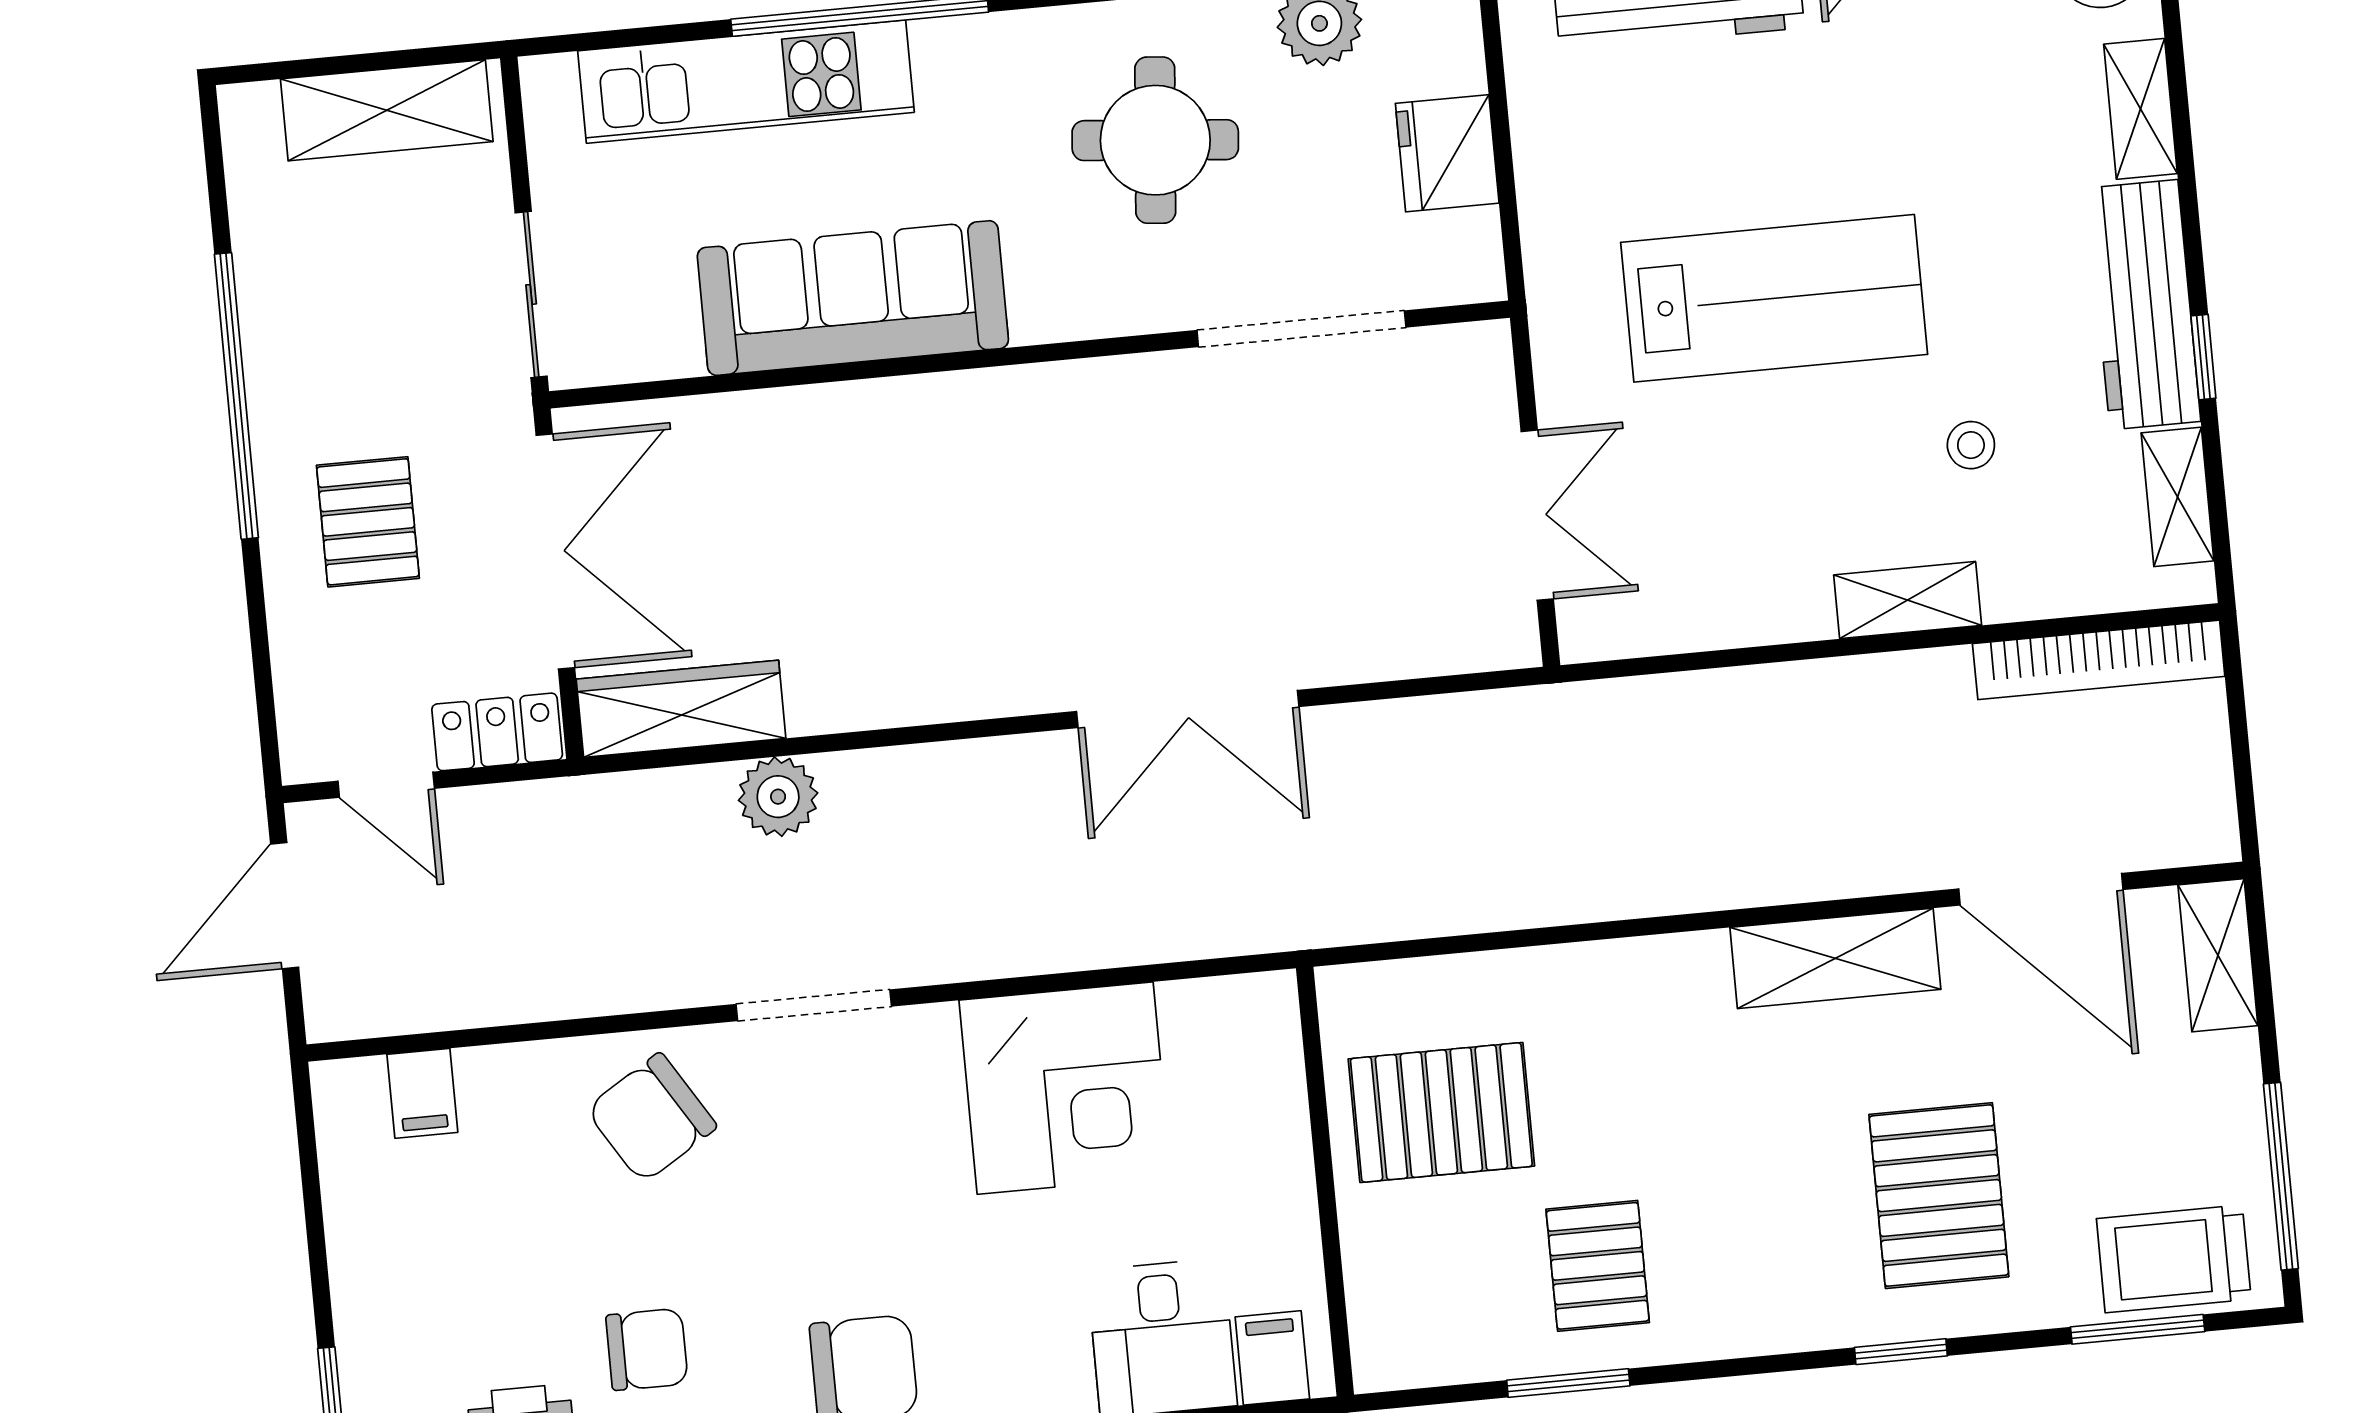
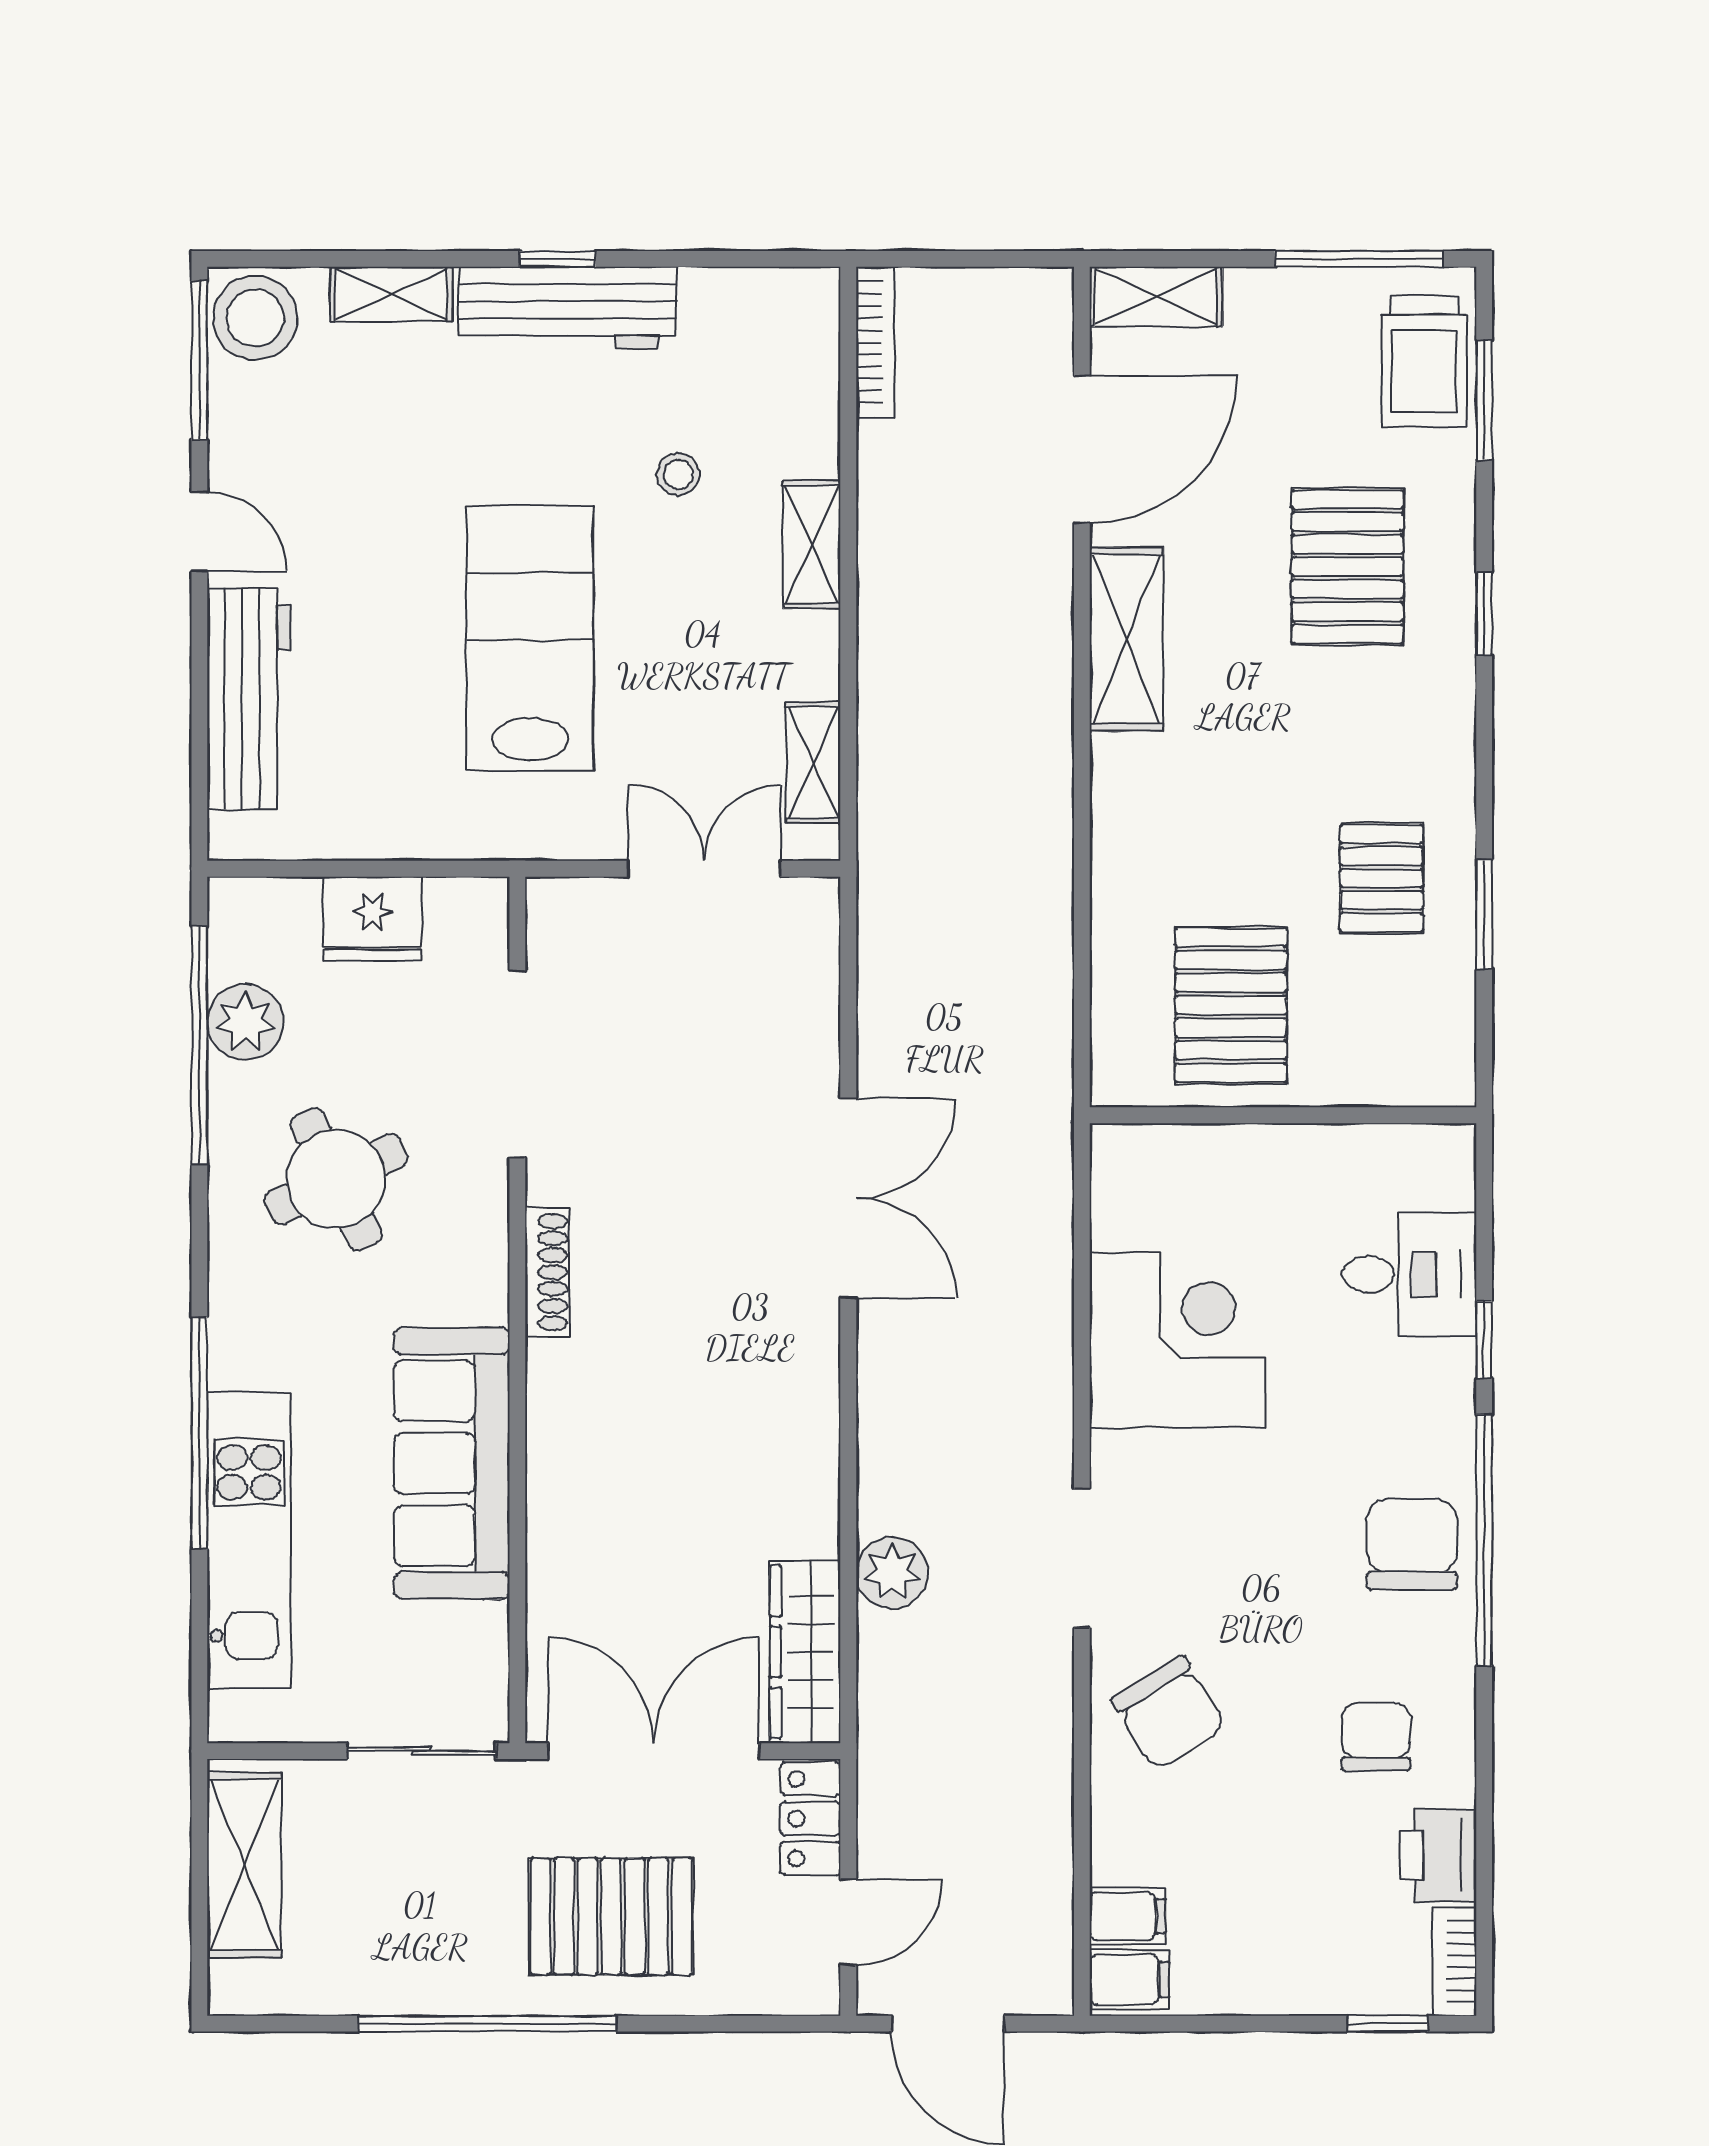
round table: (1155, 140) -> (336, 1179), turned -31
window: (2203, 357) -> (557, 259), moved
shoe rack: (1074, 383) -> (547, 1272), added
shelving: (2178, 497) -> (813, 763), moved, turned 90
pallet: (368, 522) -> (611, 1916), width x1.50, depth x1.42
bookcase: (2099, 660) -> (875, 342), width x0.68, depth x0.76
pallet: (1939, 1196) -> (1347, 567), turned 90
pallet: (1598, 1266) -> (1382, 878), turned 90
filing cabinet: (1272, 1358) -> (1129, 1980), moved, turned 180

